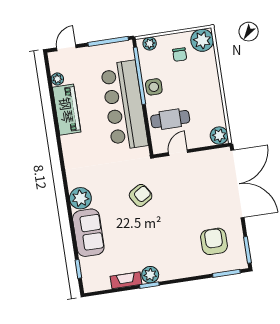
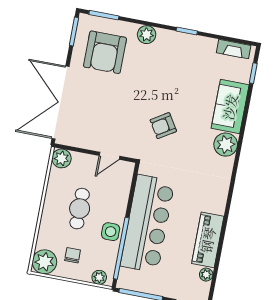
cafe table: (170, 119) -> (80, 209), moved, turned 90
armchair: (214, 241) -> (105, 52), width x1.36, depth x1.36
plant: (150, 275) -> (147, 35), moved
fireplace: (126, 280) -> (234, 49), moved

